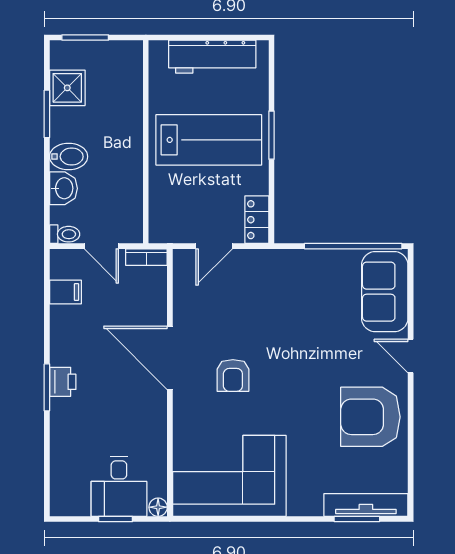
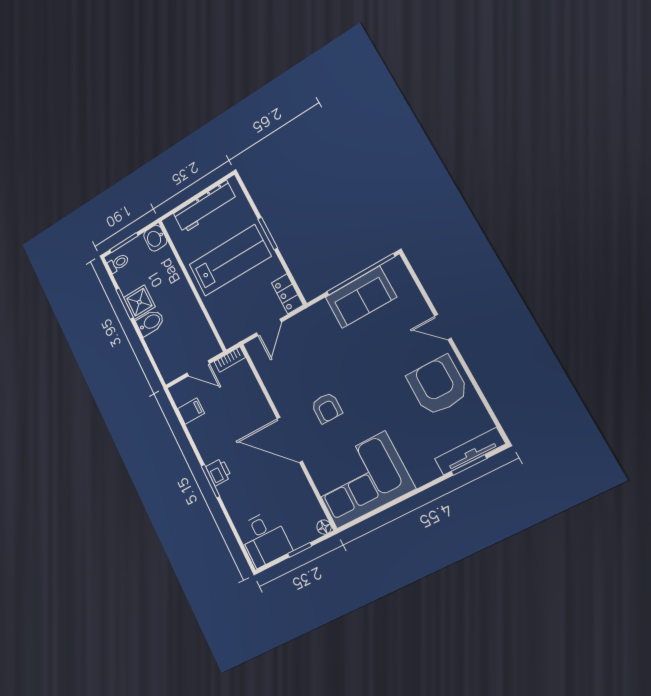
shower: (67, 88) -> (139, 302), moved
washbasin: (63, 188) -> (155, 238), moved, turned 180
toilet: (65, 234) -> (118, 263), moved
sofa: (385, 292) -> (361, 297), moved, turned -90
door: (170, 358) -> (290, 440), moved
armchair: (370, 417) -> (438, 386), turned 90
desk: (119, 486) -> (265, 539), moved

